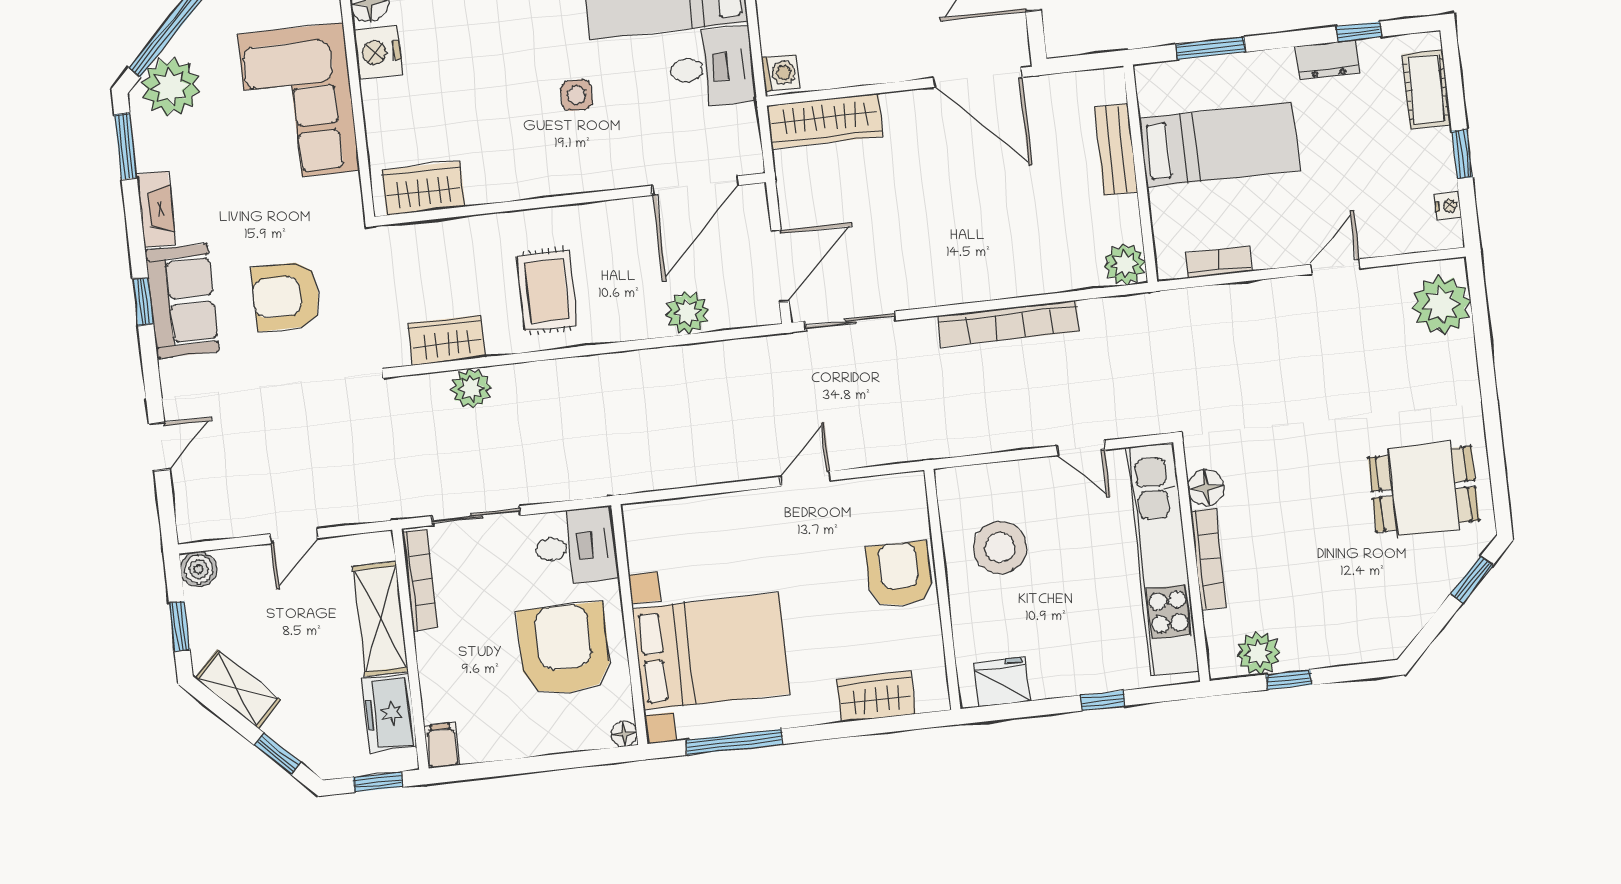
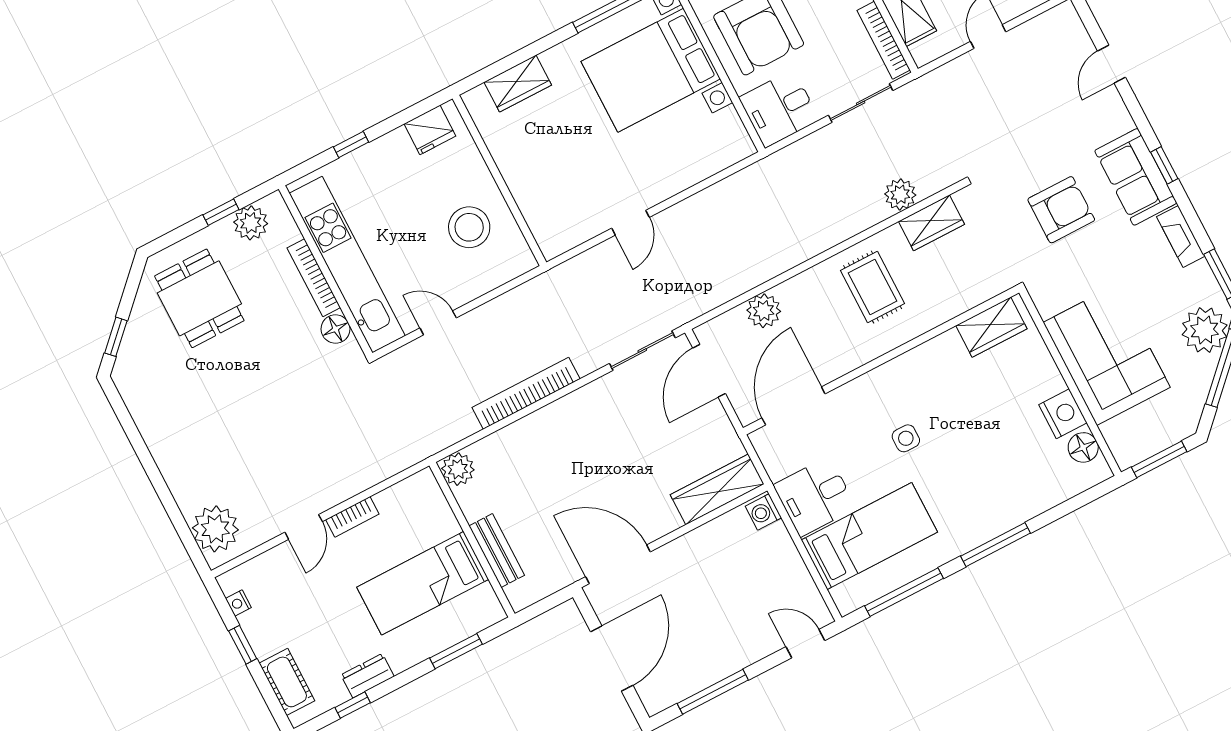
bookcase: (1218, 262) -> (352, 517), moved
dining table: (1424, 489) -> (199, 298), moved, turned 90
armchair: (899, 574) -> (535, 179), removed

